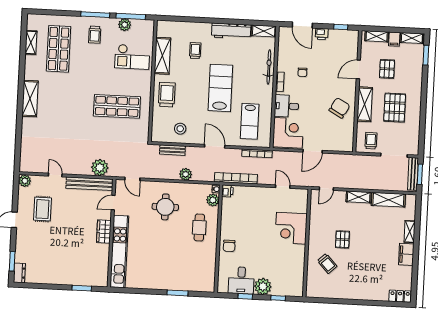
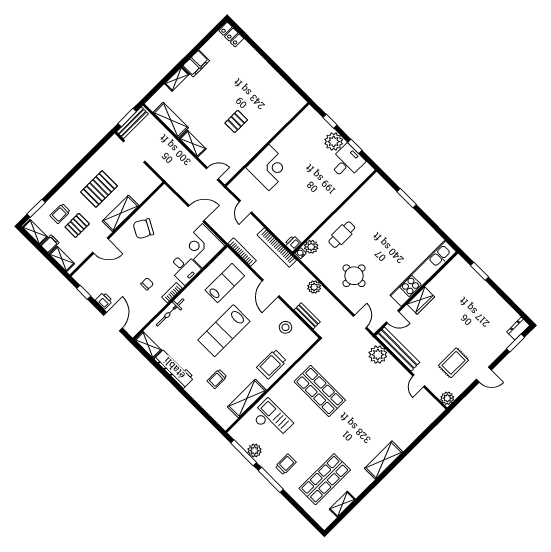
trolley: (371, 141) -> (60, 214), moved
chair: (229, 246) -> (331, 198), removed
trolley: (327, 264) -> (266, 113), removed

